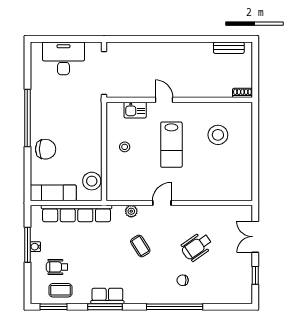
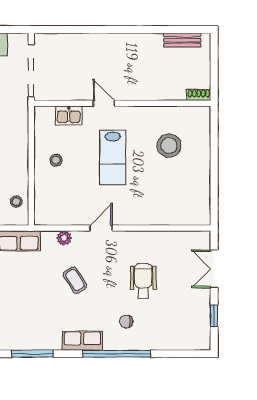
stool: (92, 181) -> (16, 202), width x0.53, depth x0.53
wheelchair: (197, 247) -> (143, 281), turned 125
row of seats: (107, 296) -> (82, 341), moved

